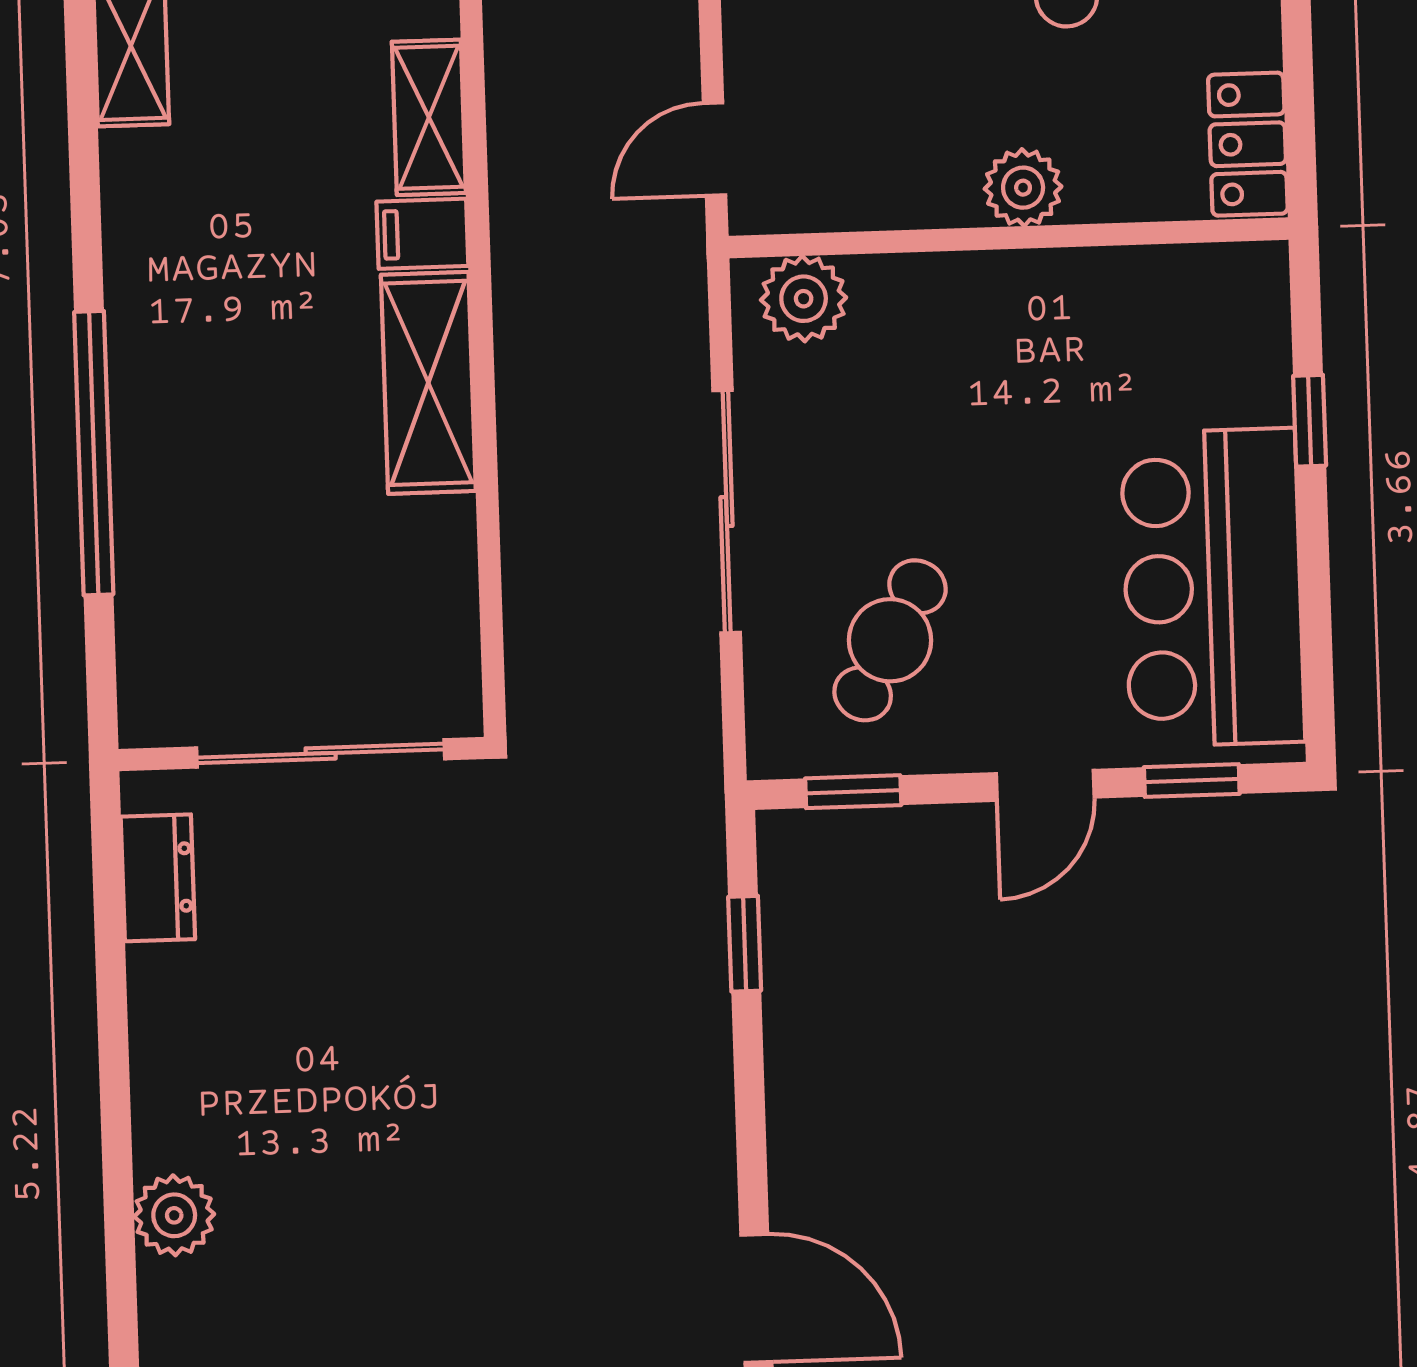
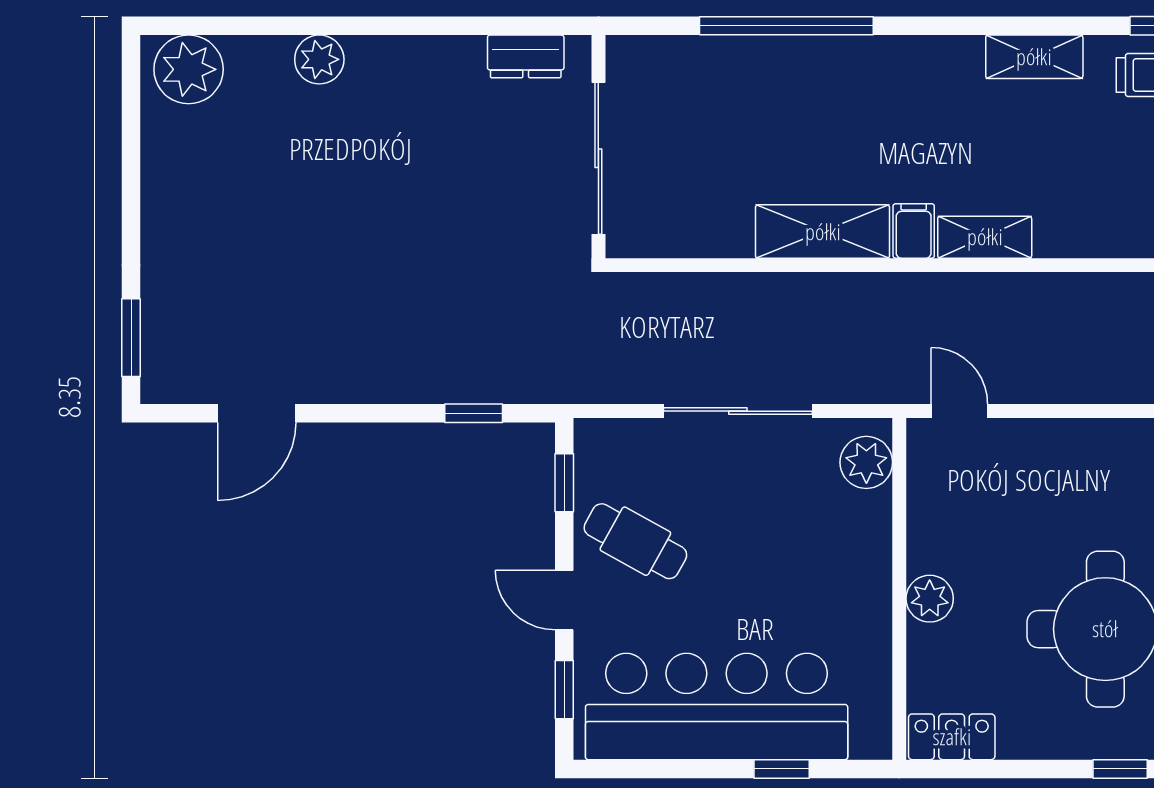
bar counter: (1213, 587) -> (717, 706), width x1.36
cafe table: (890, 640) -> (635, 541), moved

